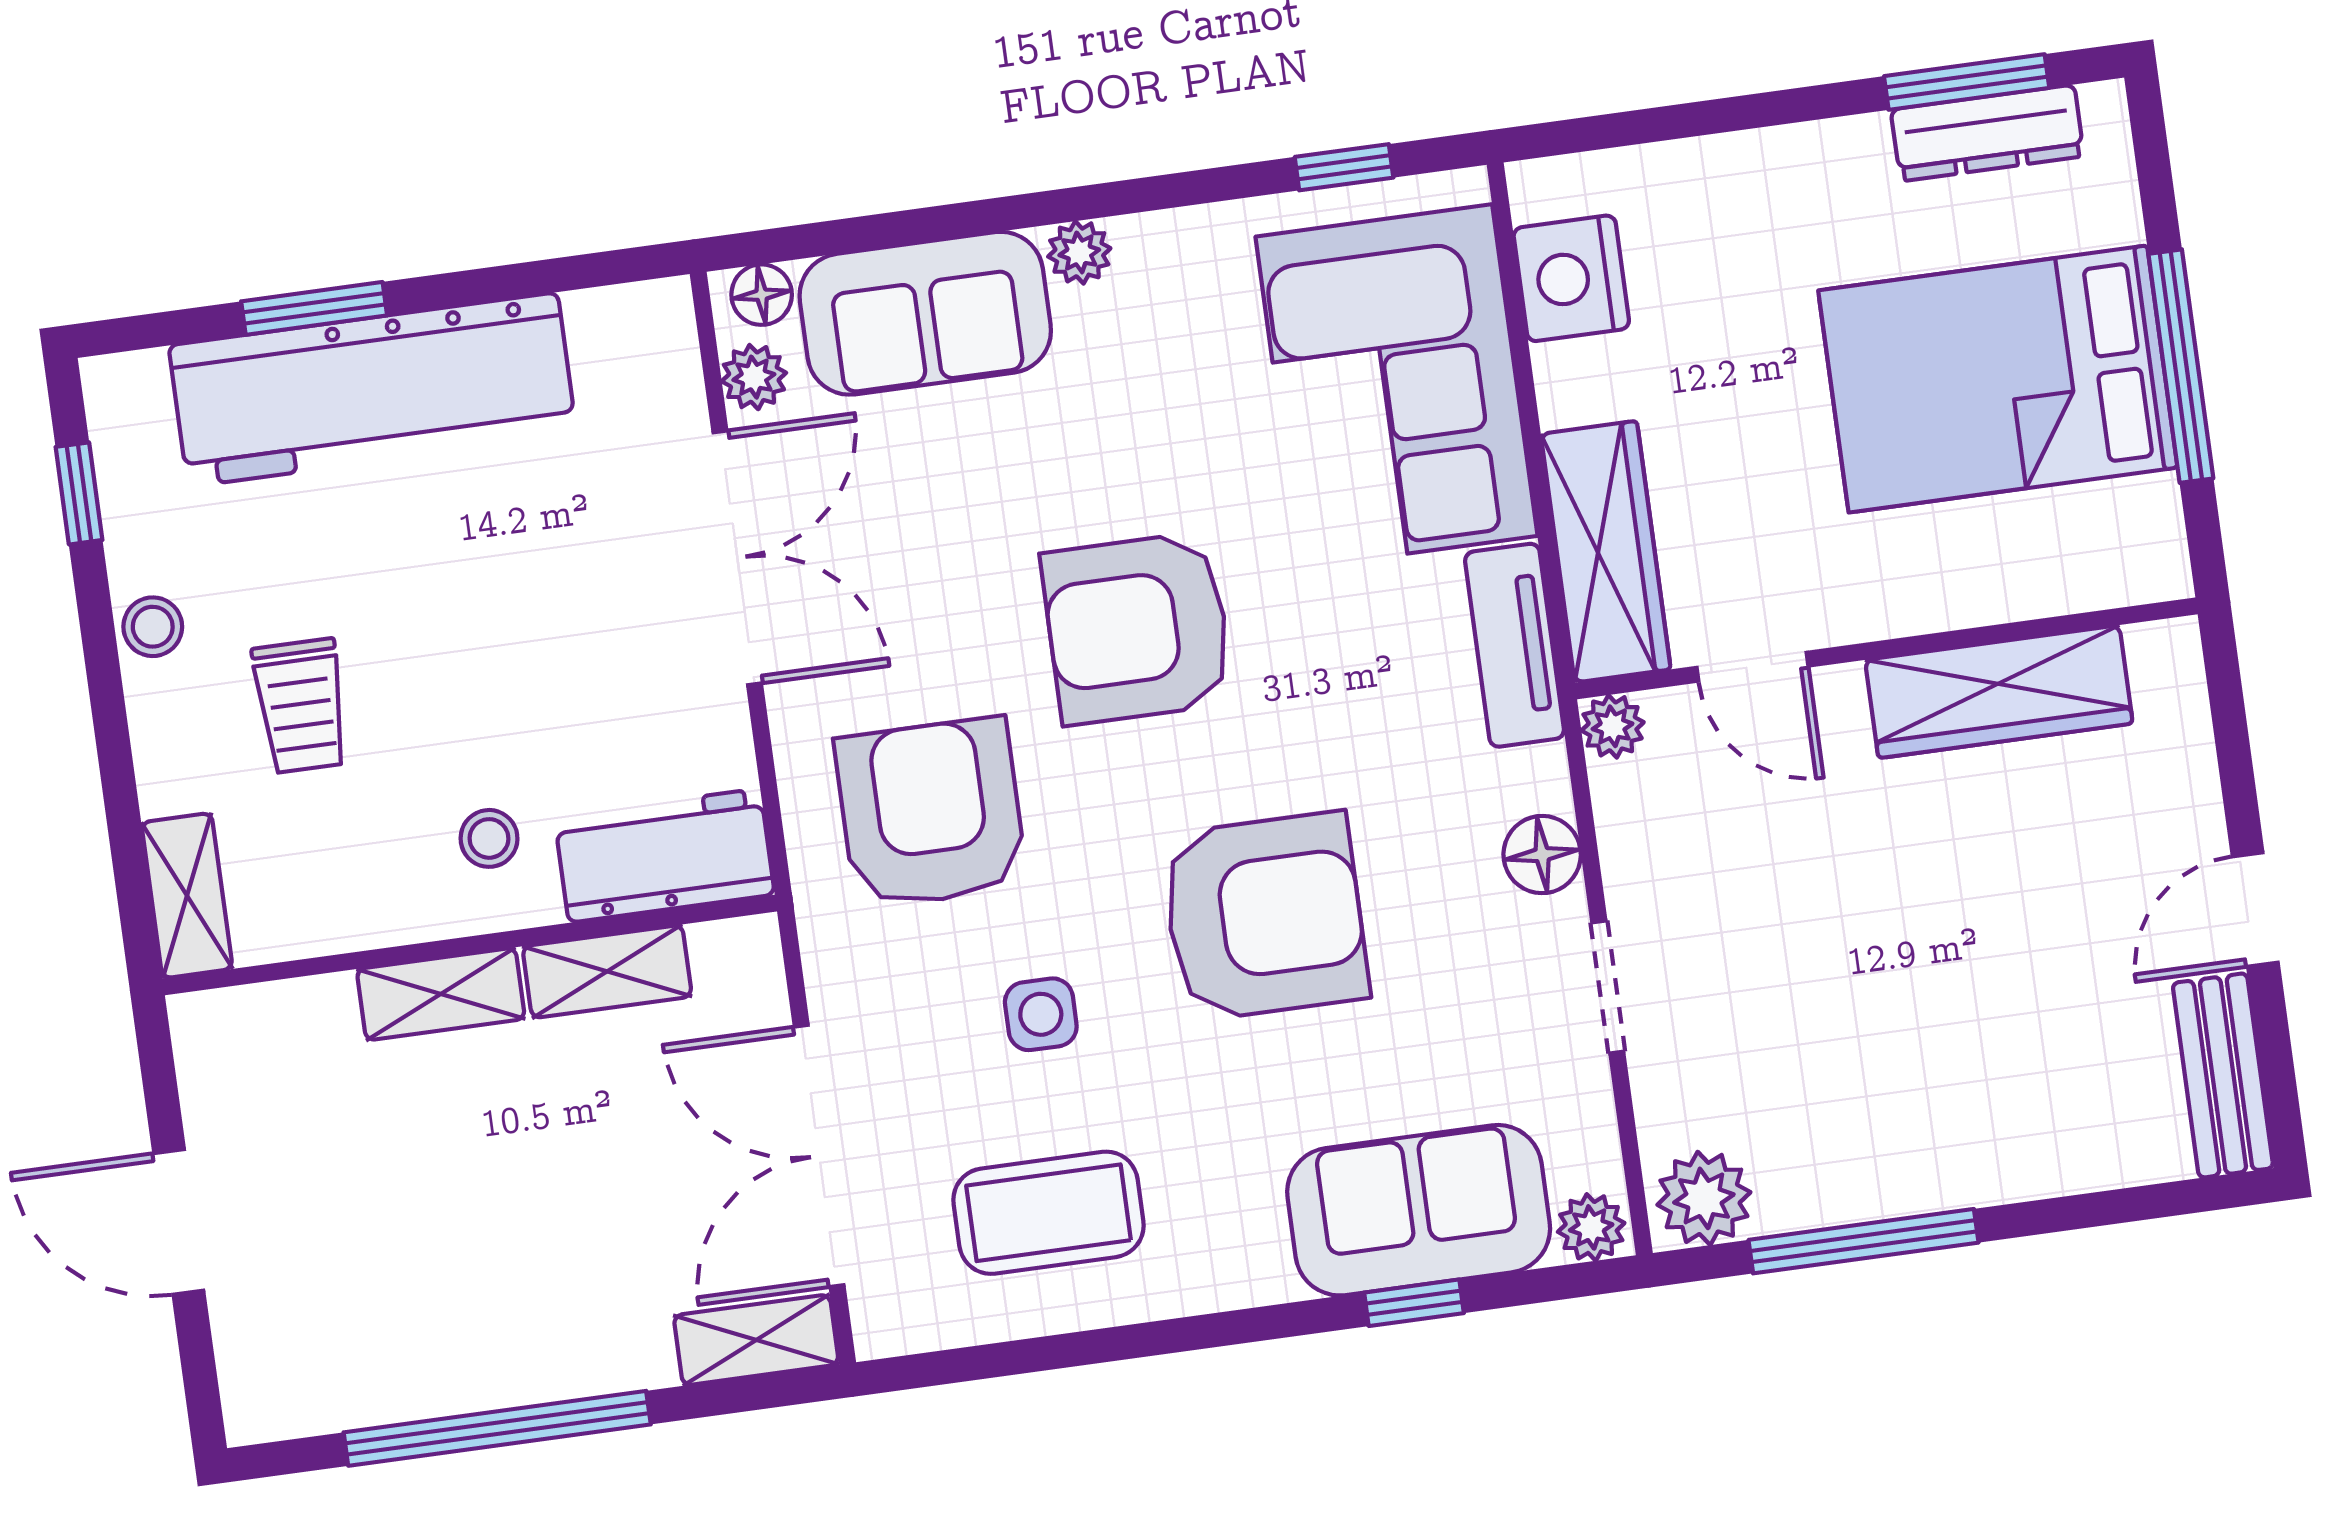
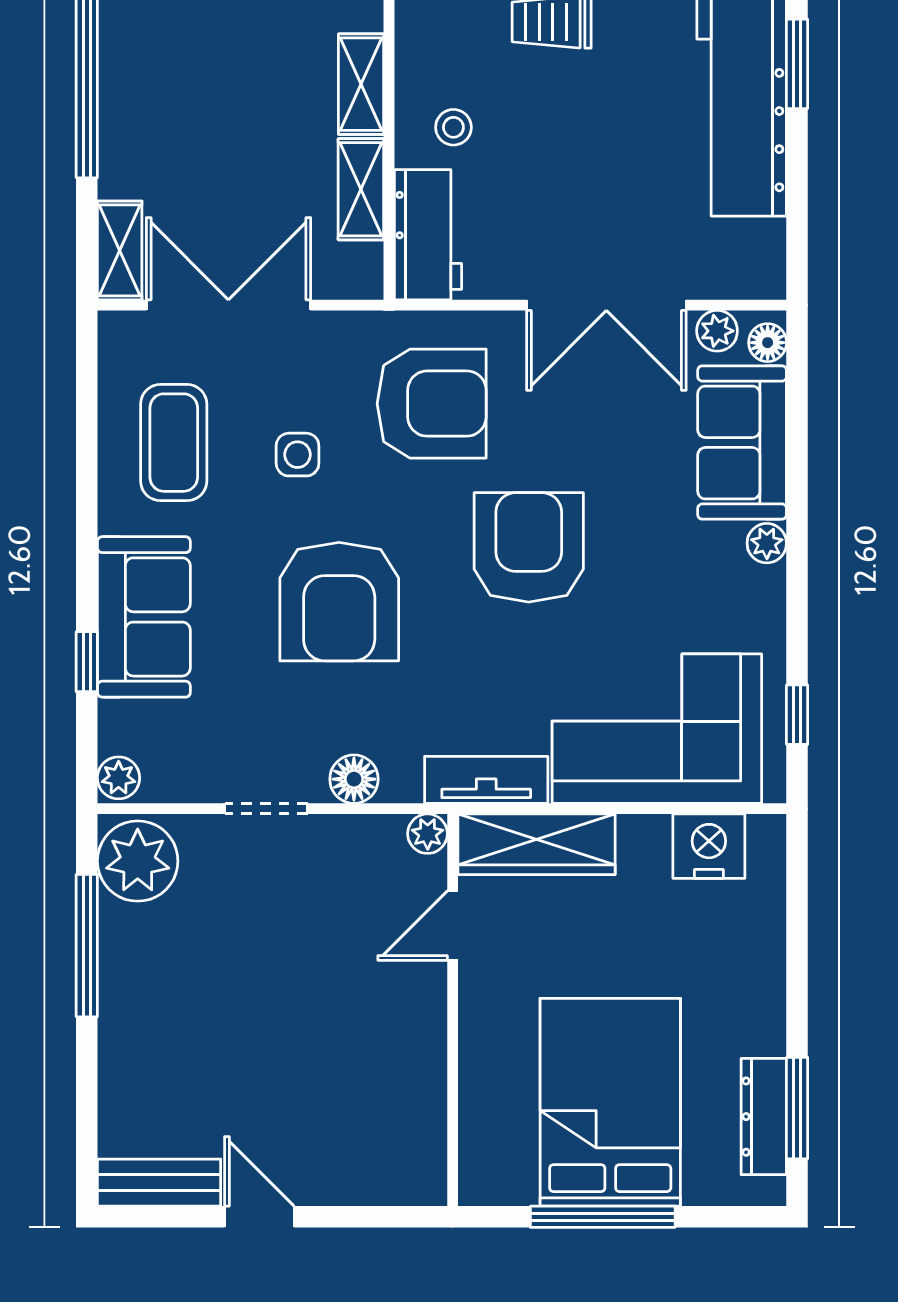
wardrobe: (1999, 692) -> (416, 1076), removed
plant: (1704, 1198) -> (138, 861), width x1.36, depth x1.36
sofa: (1419, 1210) -> (144, 617), moved

